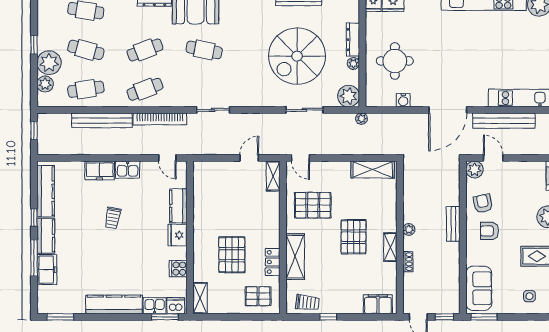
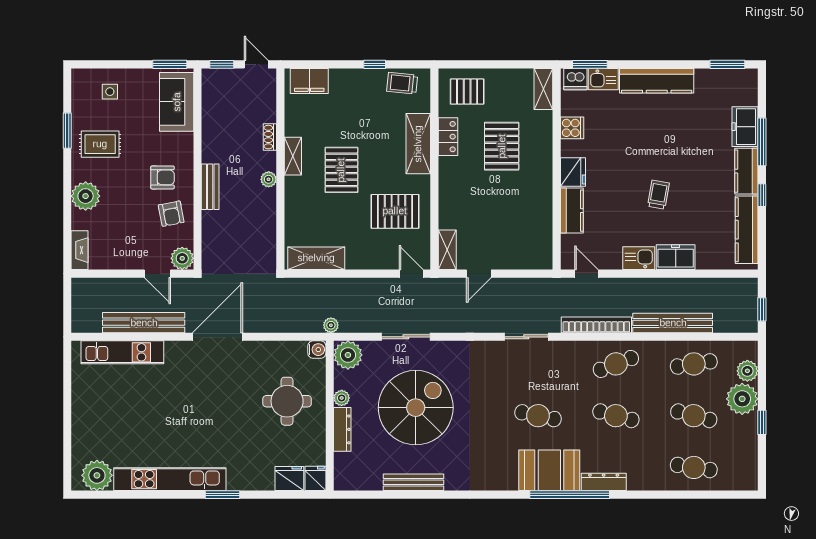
cafe table: (145, 50) -> (616, 416), turned 36
water cooler: (403, 100) -> (317, 350), moved, turned 90

